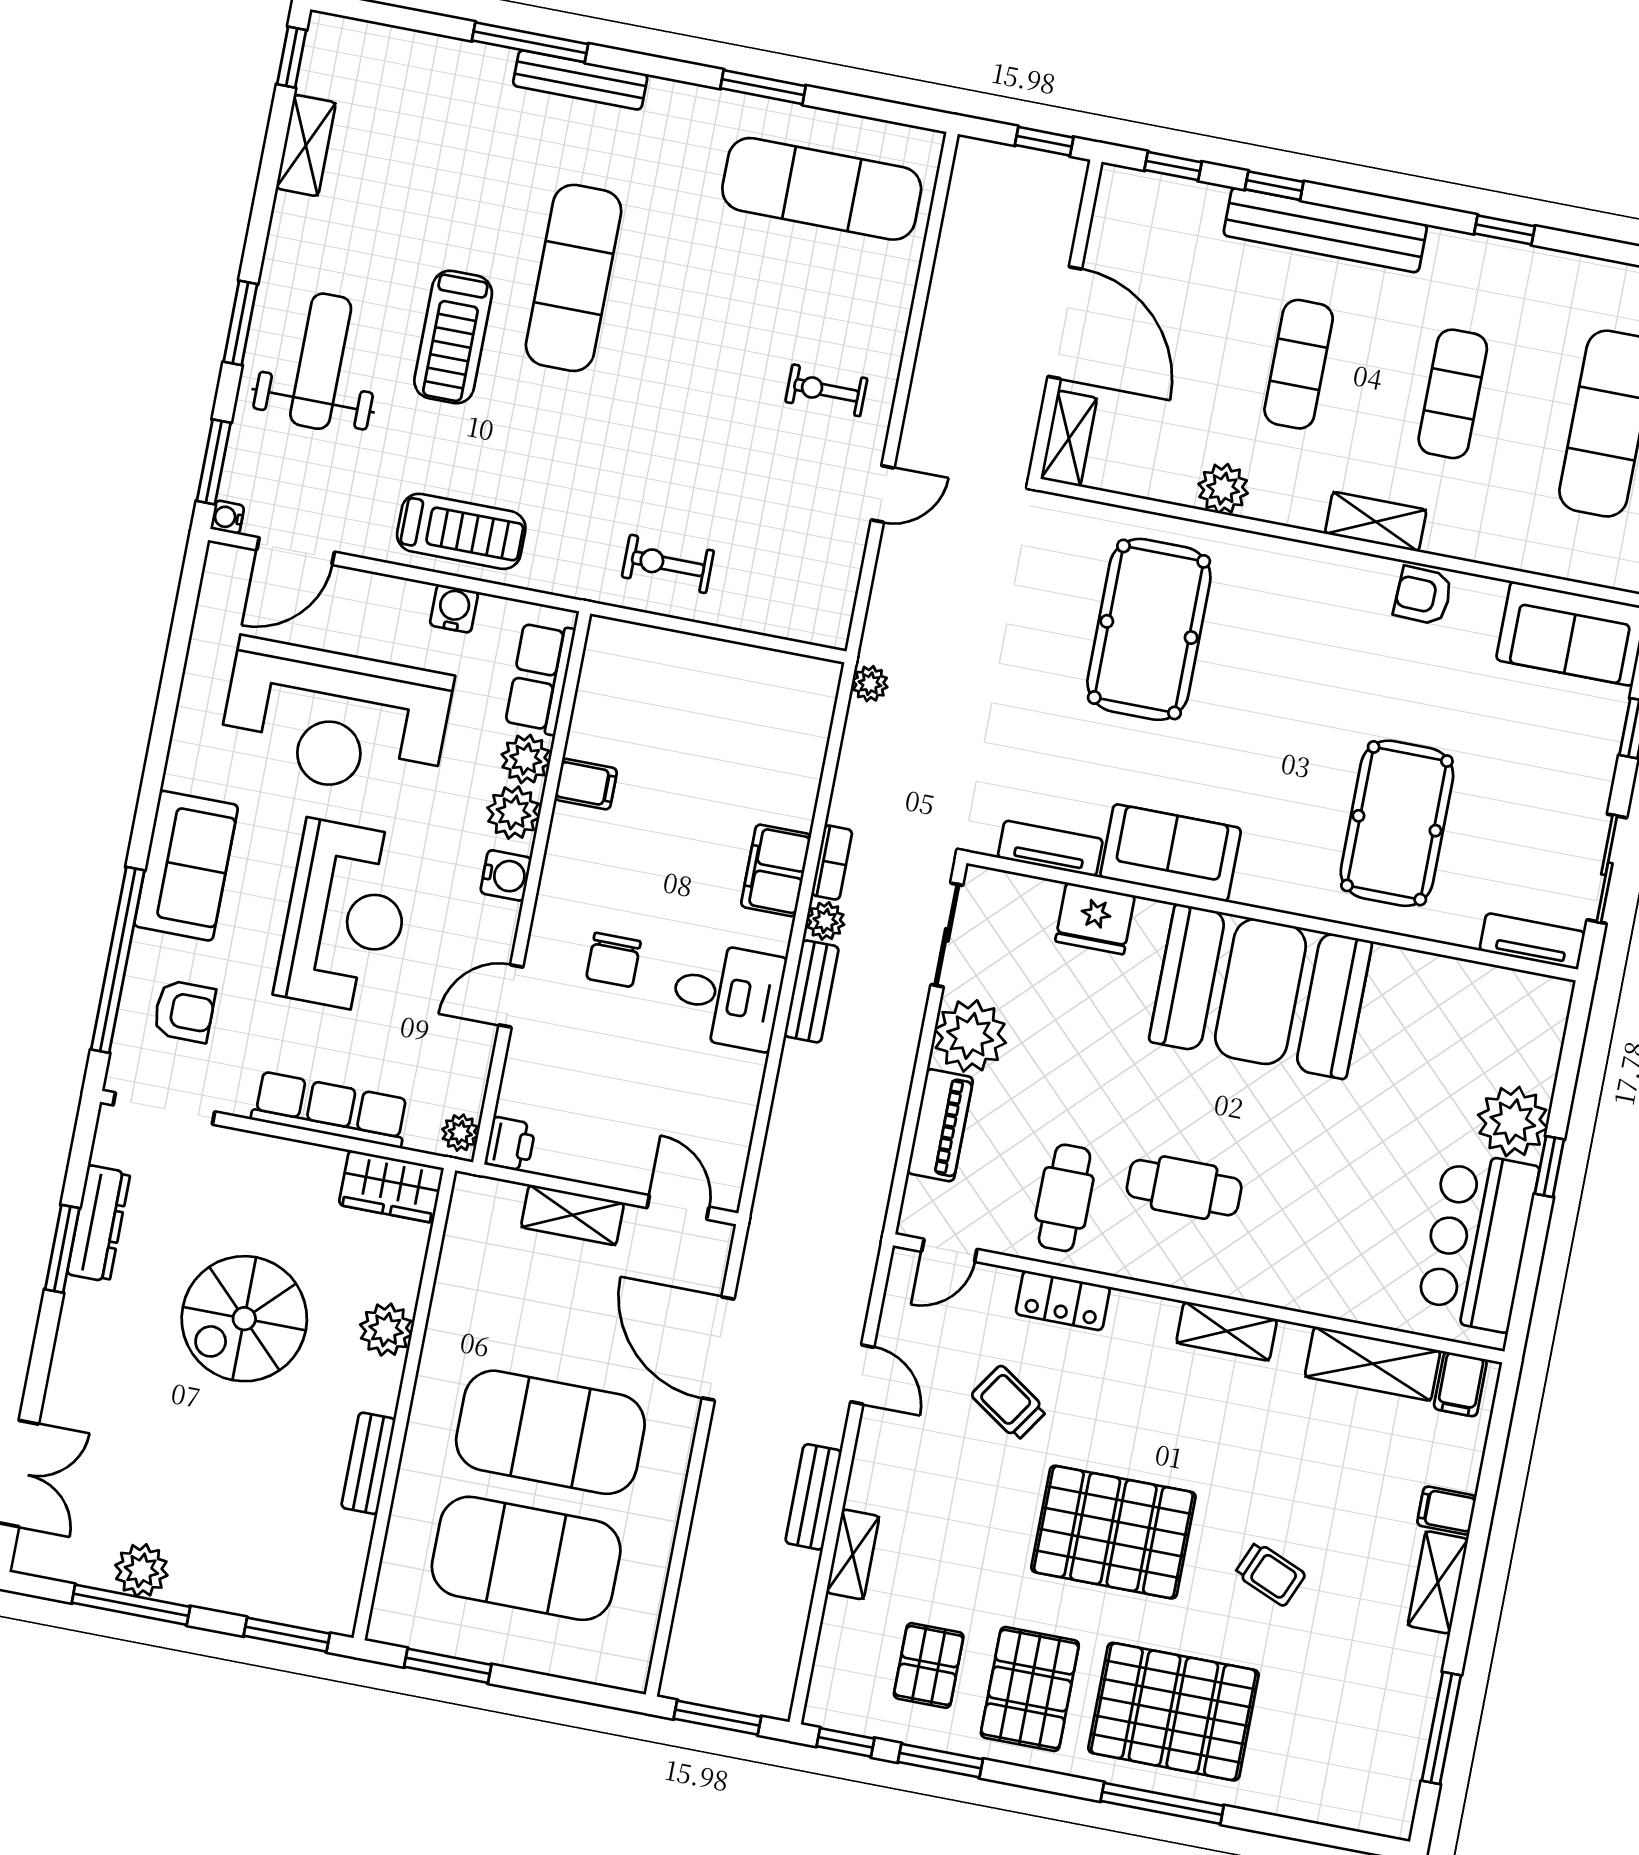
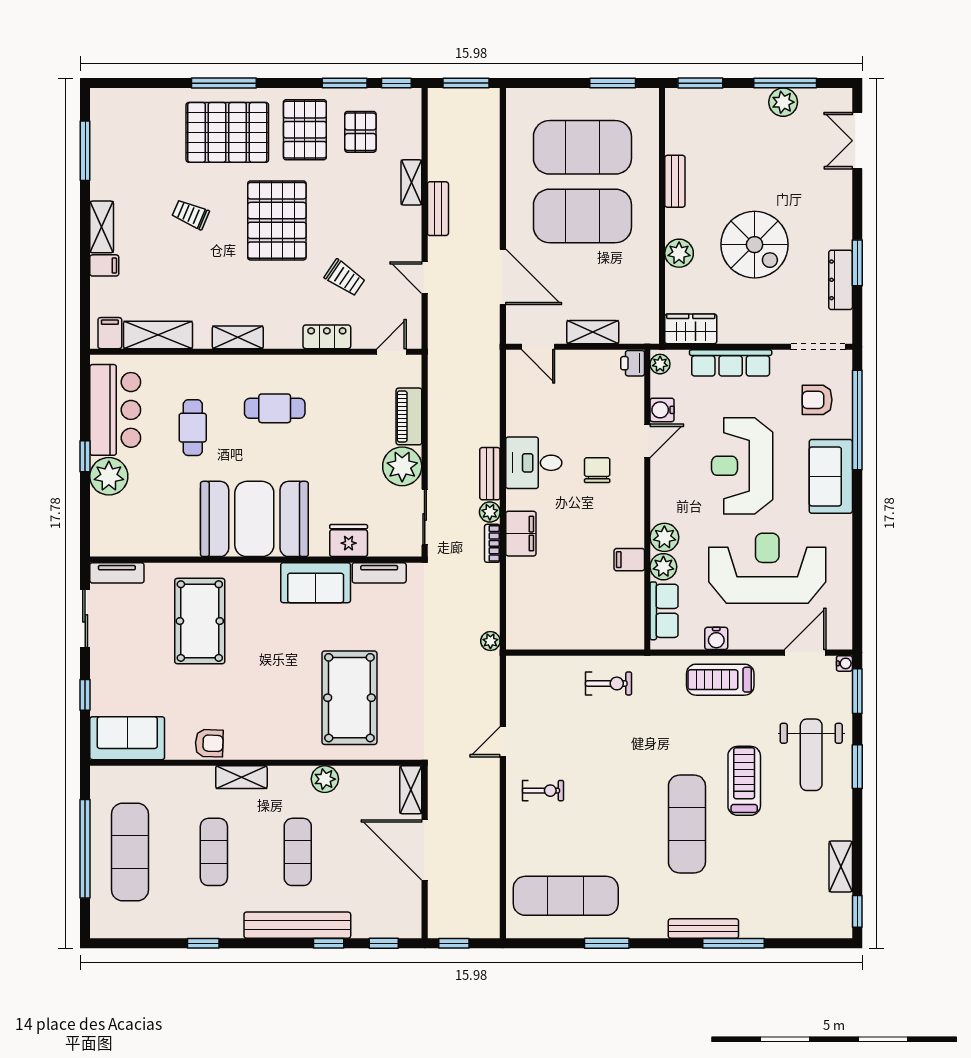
water cooler: (506, 875) -> (662, 410), moved
cafe table: (1064, 1198) -> (193, 428), moved
spiral stairs: (244, 1319) -> (755, 245), turned 90
pallet: (1113, 1532) -> (277, 220), turned 90

